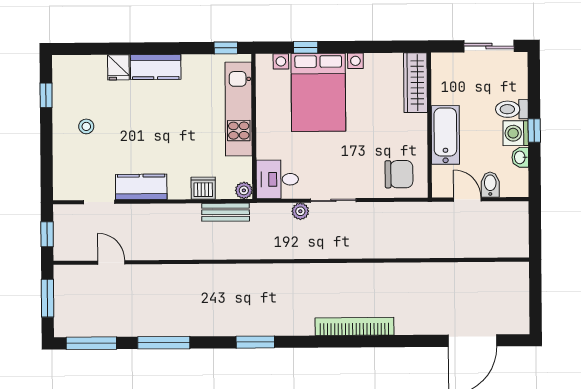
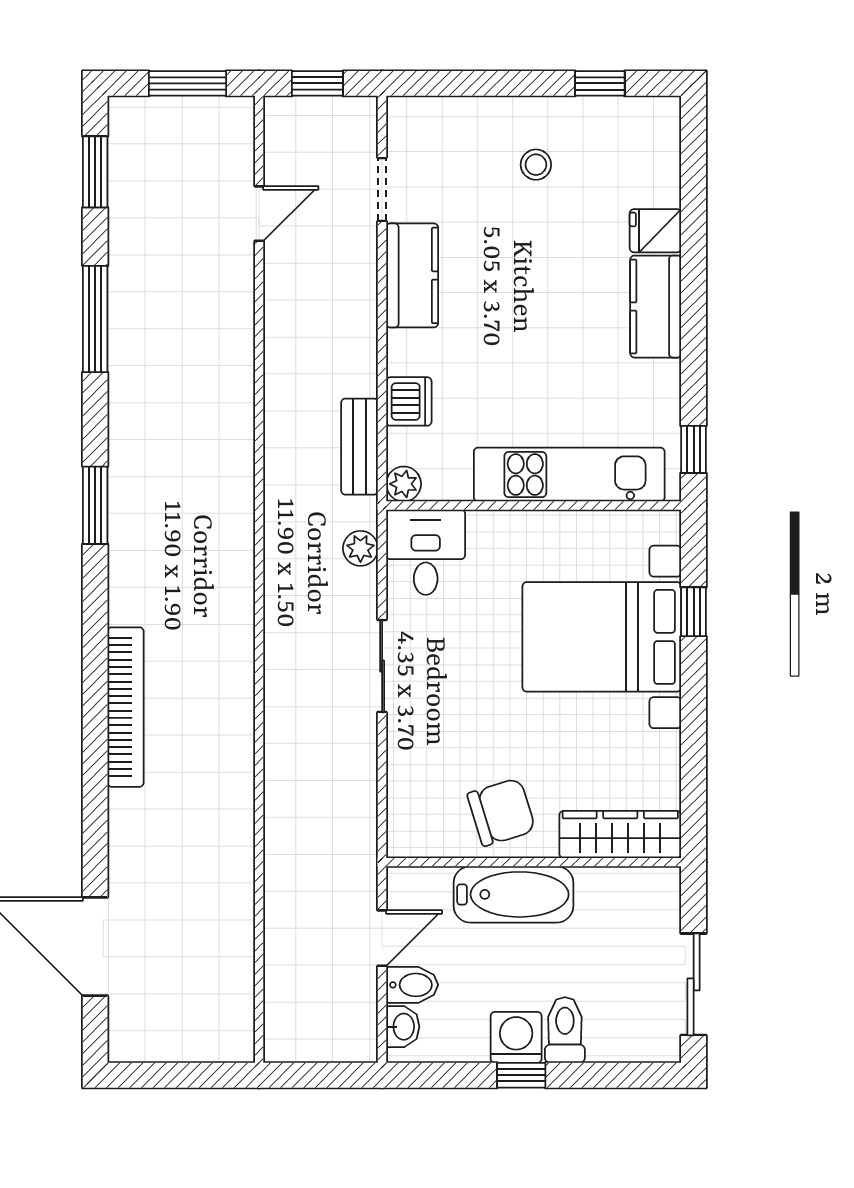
washbasin: (520, 157) -> (403, 1027), moved, turned 90
chair: (399, 174) -> (501, 812), moved, turned -107
plant: (300, 211) -> (360, 548), moved
window: (91, 343) -> (95, 172), width x0.69

